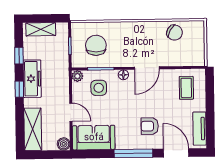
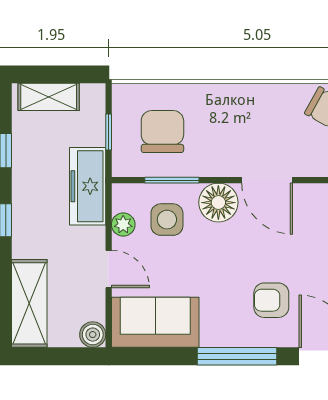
door: (147, 68) -> (267, 180), hinge flipped
floor lamp: (123, 75) -> (218, 203), width x1.89, depth x1.89
plant: (77, 76) -> (123, 225), moved
freezer: (32, 79) -> (88, 186), moved, turned 180

